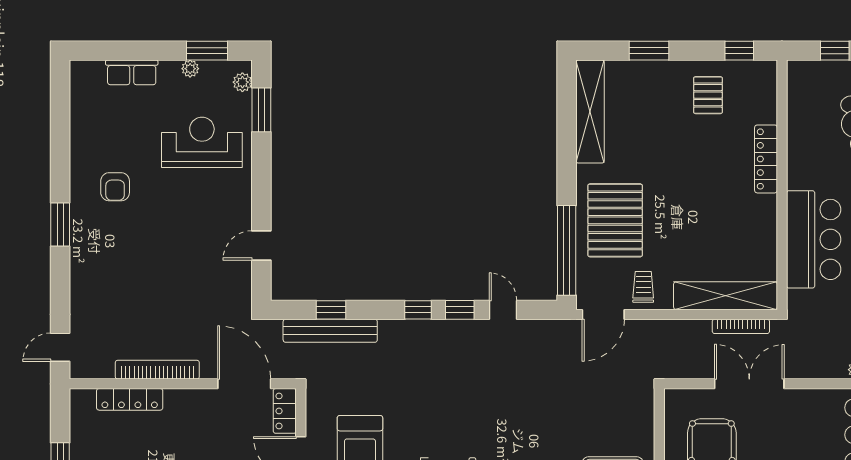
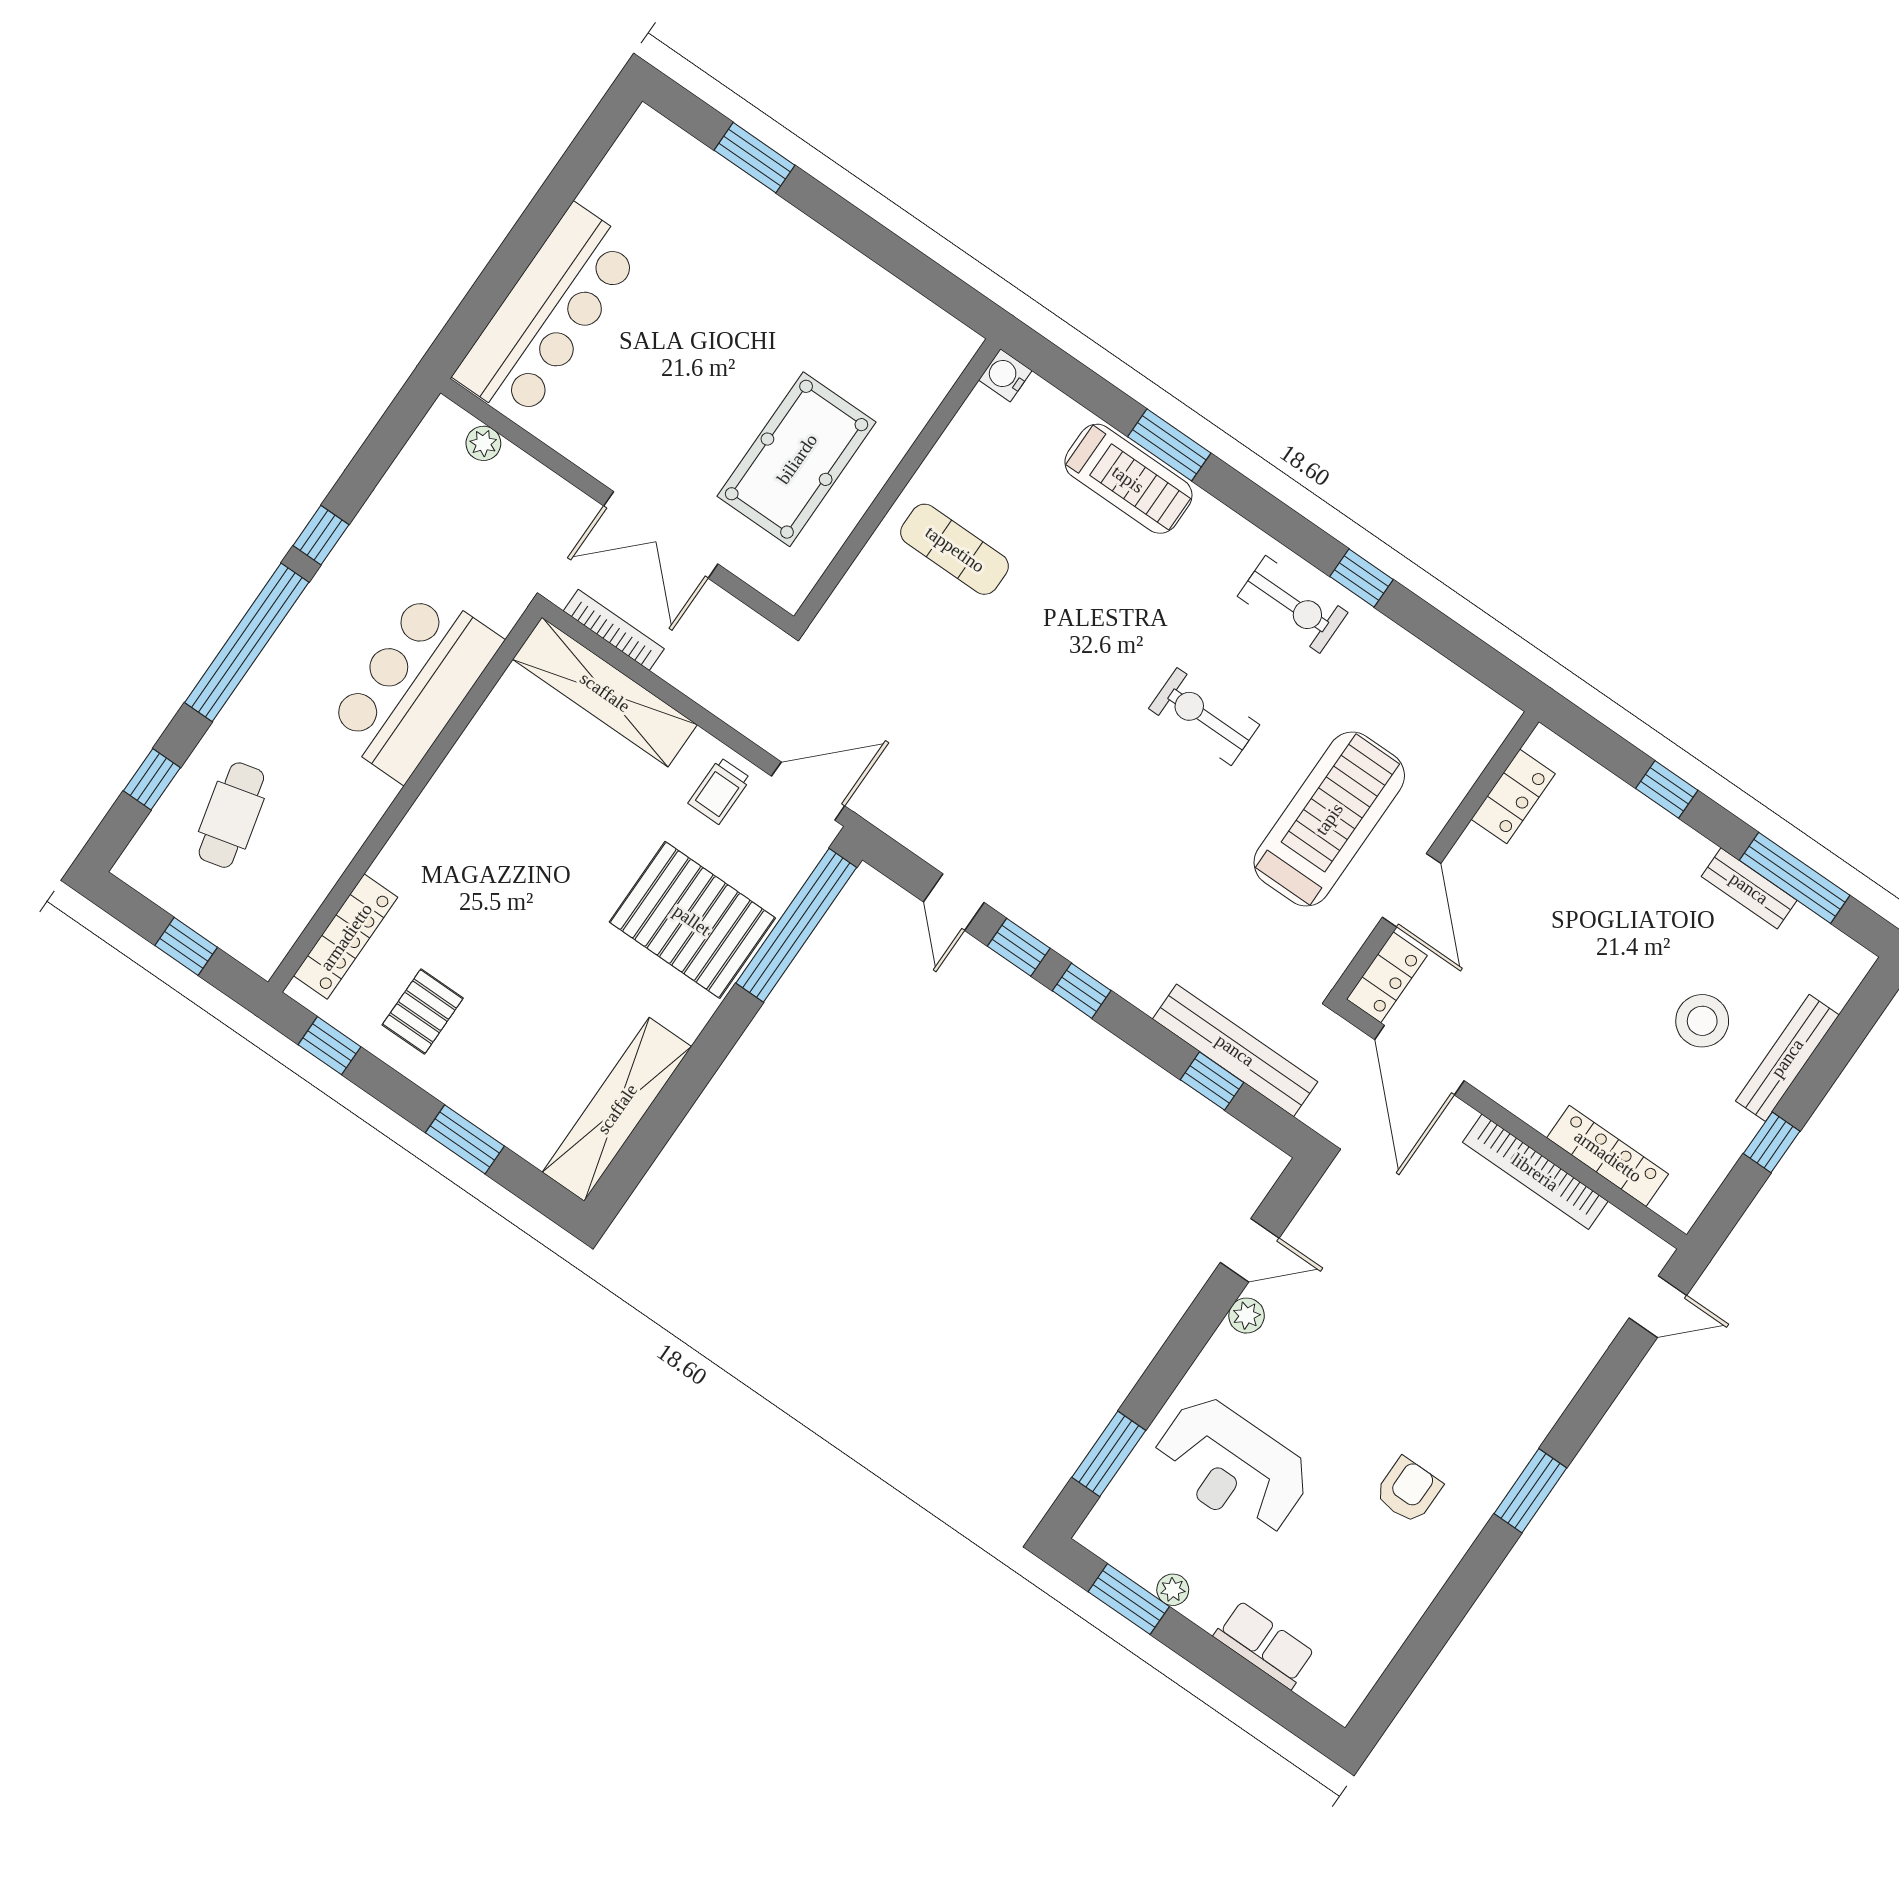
plant: (242, 82) -> (1247, 1316), moved
locker: (766, 159) -> (346, 937), moved
pallet: (615, 220) -> (692, 920), turned 90

